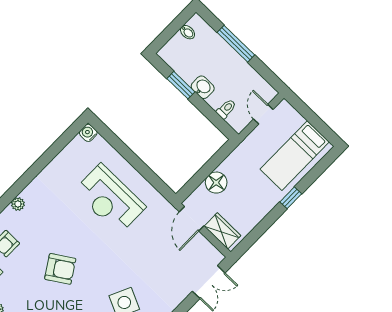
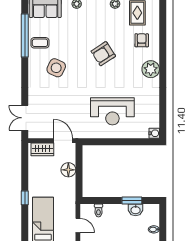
washbasin: (203, 87) -> (136, 210), moved
reception desk: (110, 199) -> (112, 111), turned 180
plant: (18, 204) -> (151, 69), width x1.87, depth x1.87

